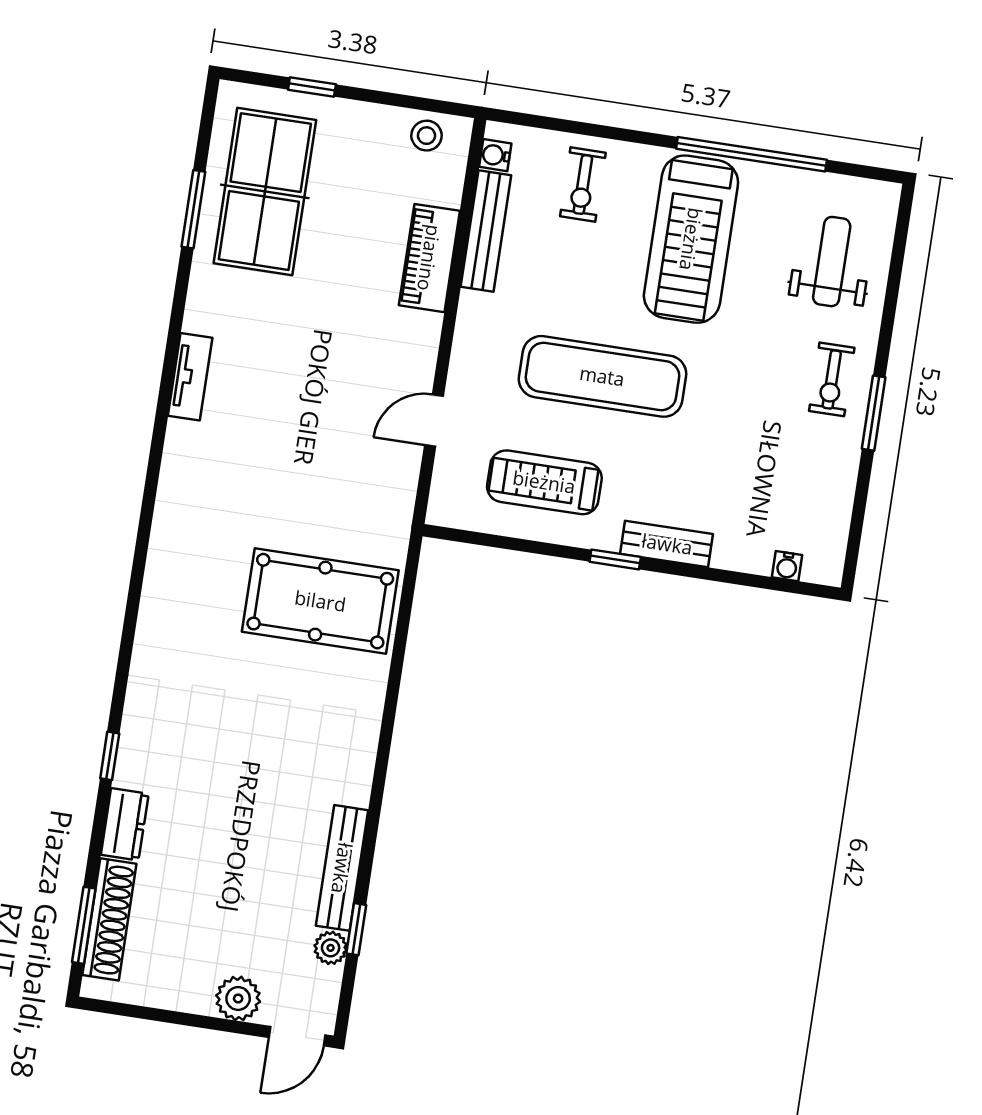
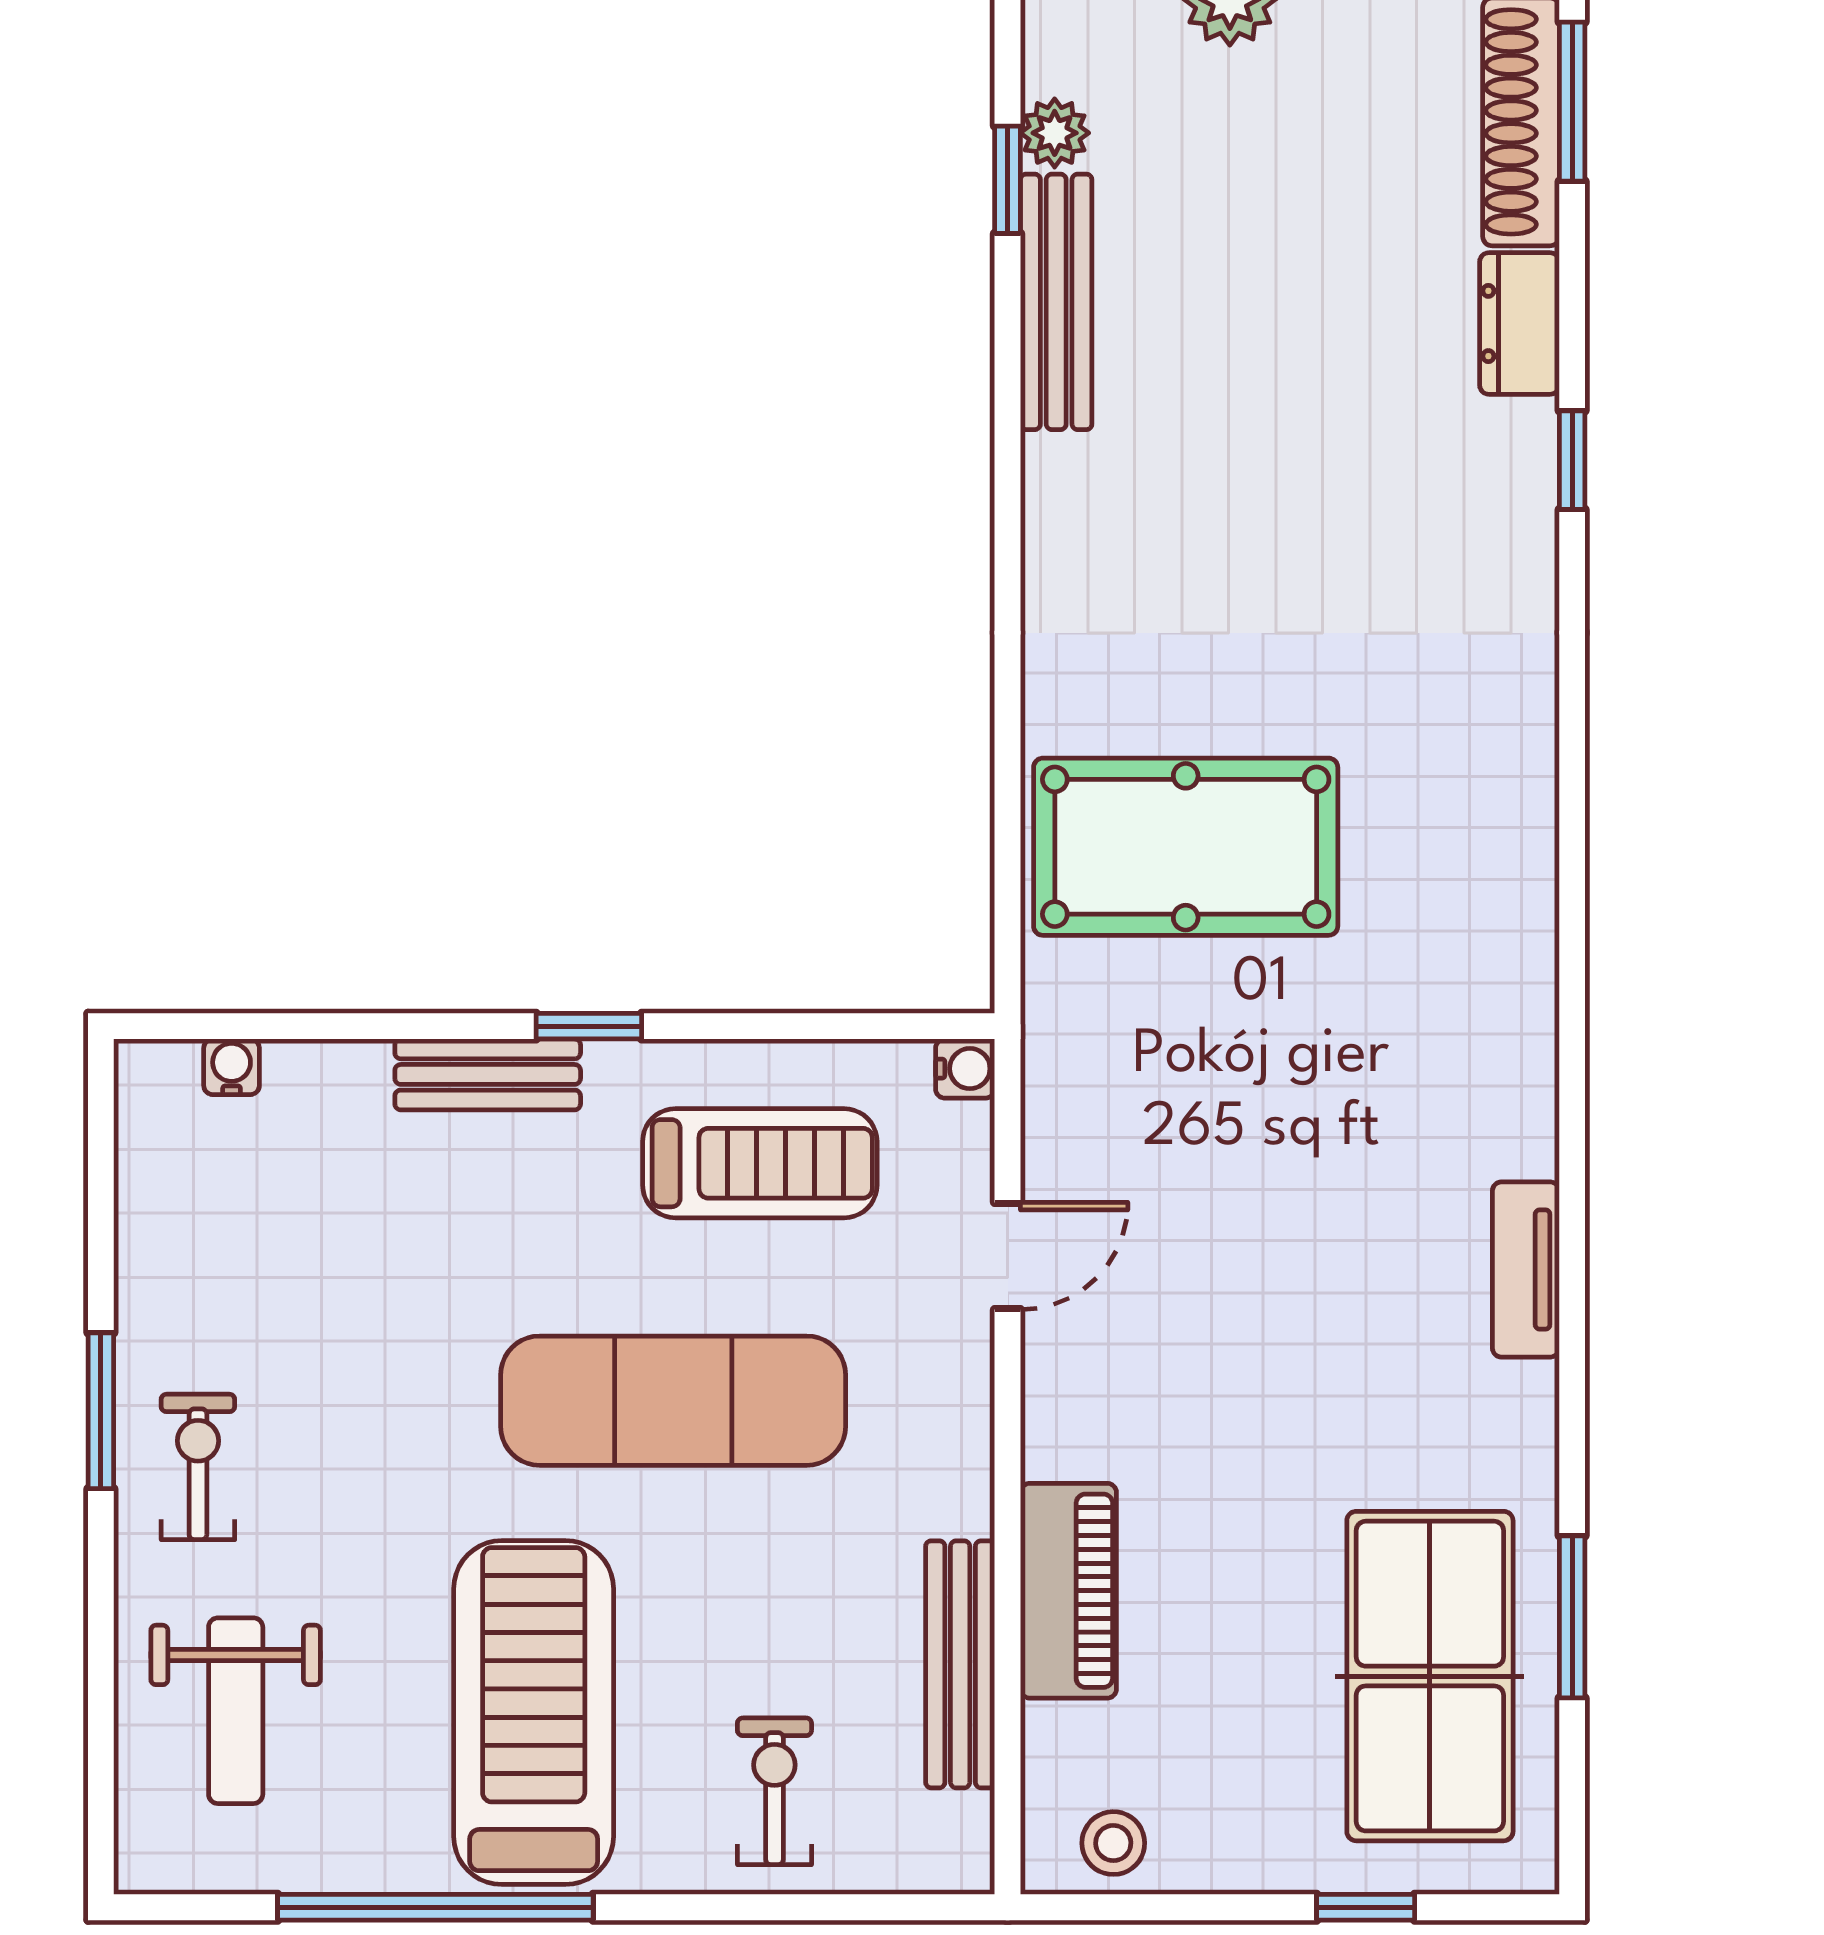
water cooler: (495, 155) -> (965, 1069), moved

